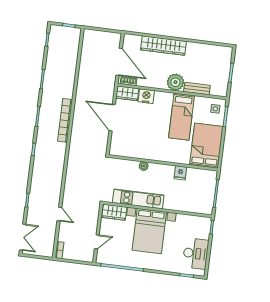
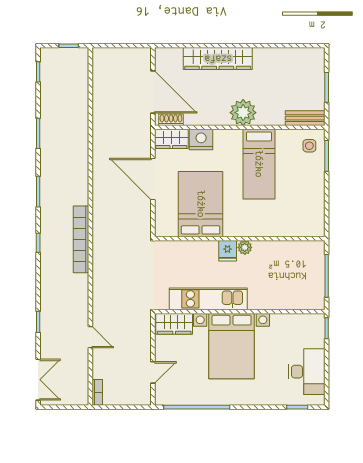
bench: (197, 88) -> (305, 118), moved
bookcase: (65, 120) -> (81, 239), moved
bed: (206, 146) -> (201, 204), moved
plant: (144, 166) -> (245, 247), moved
fridge: (180, 173) -> (228, 251), moved

